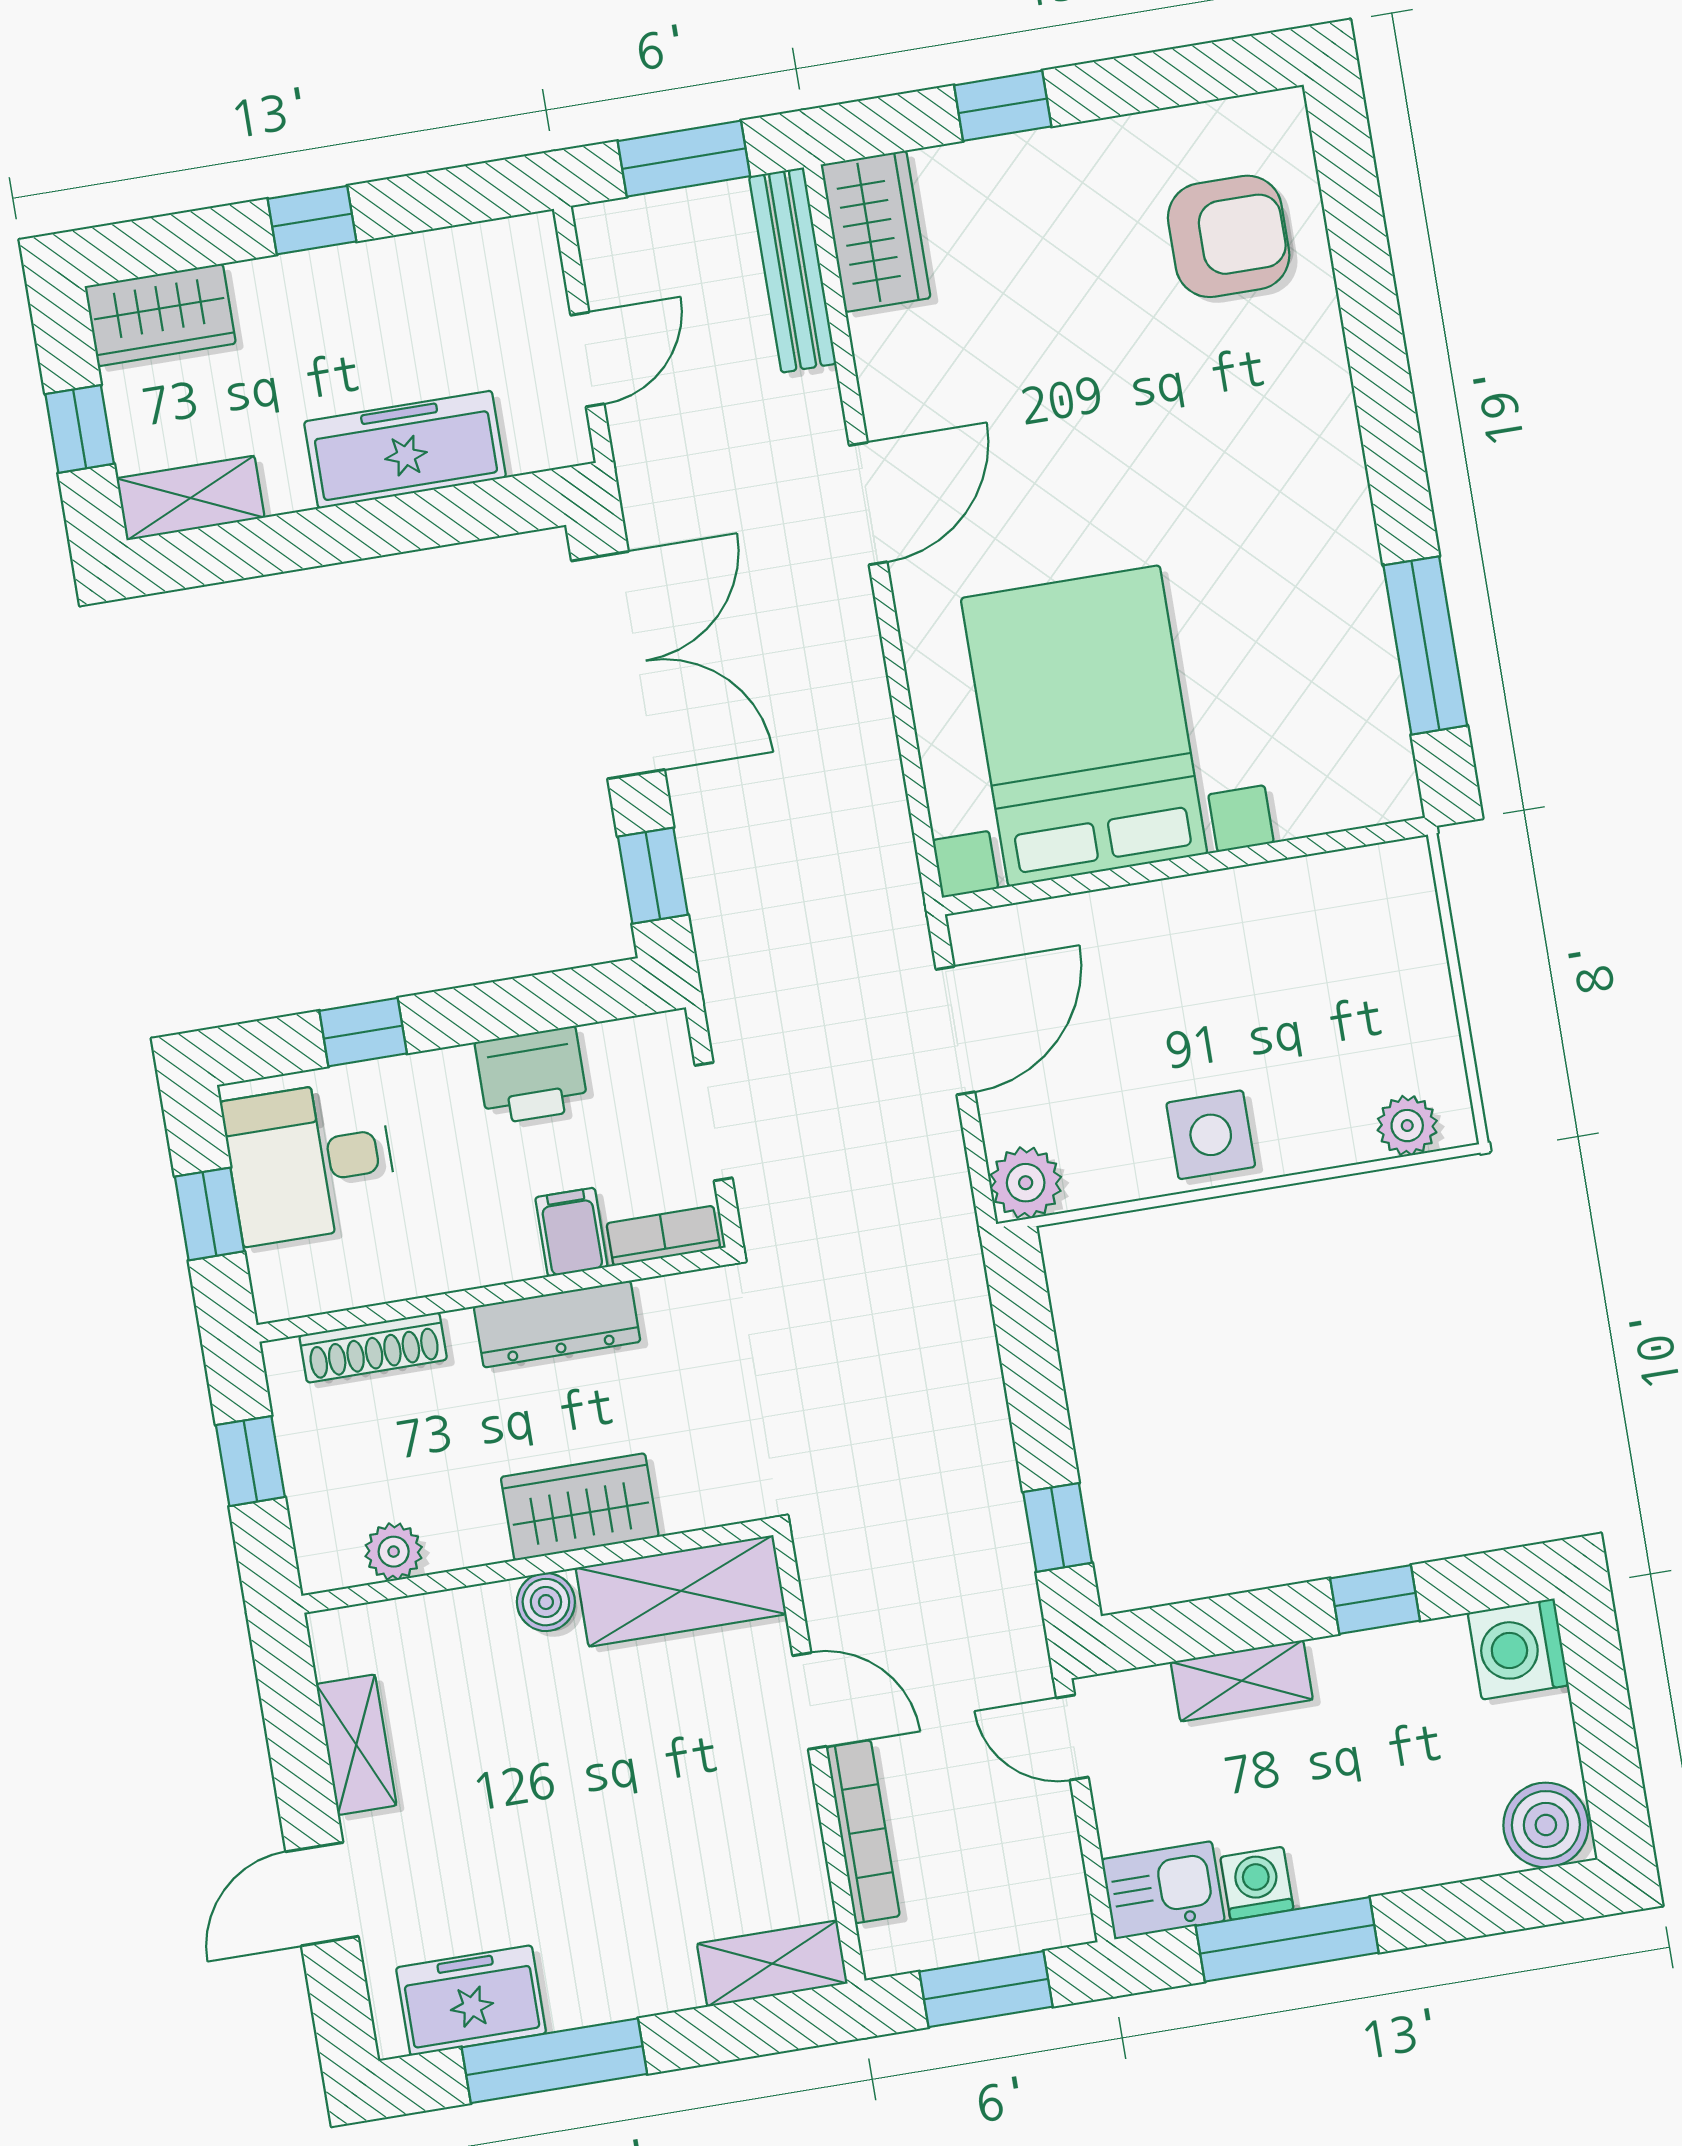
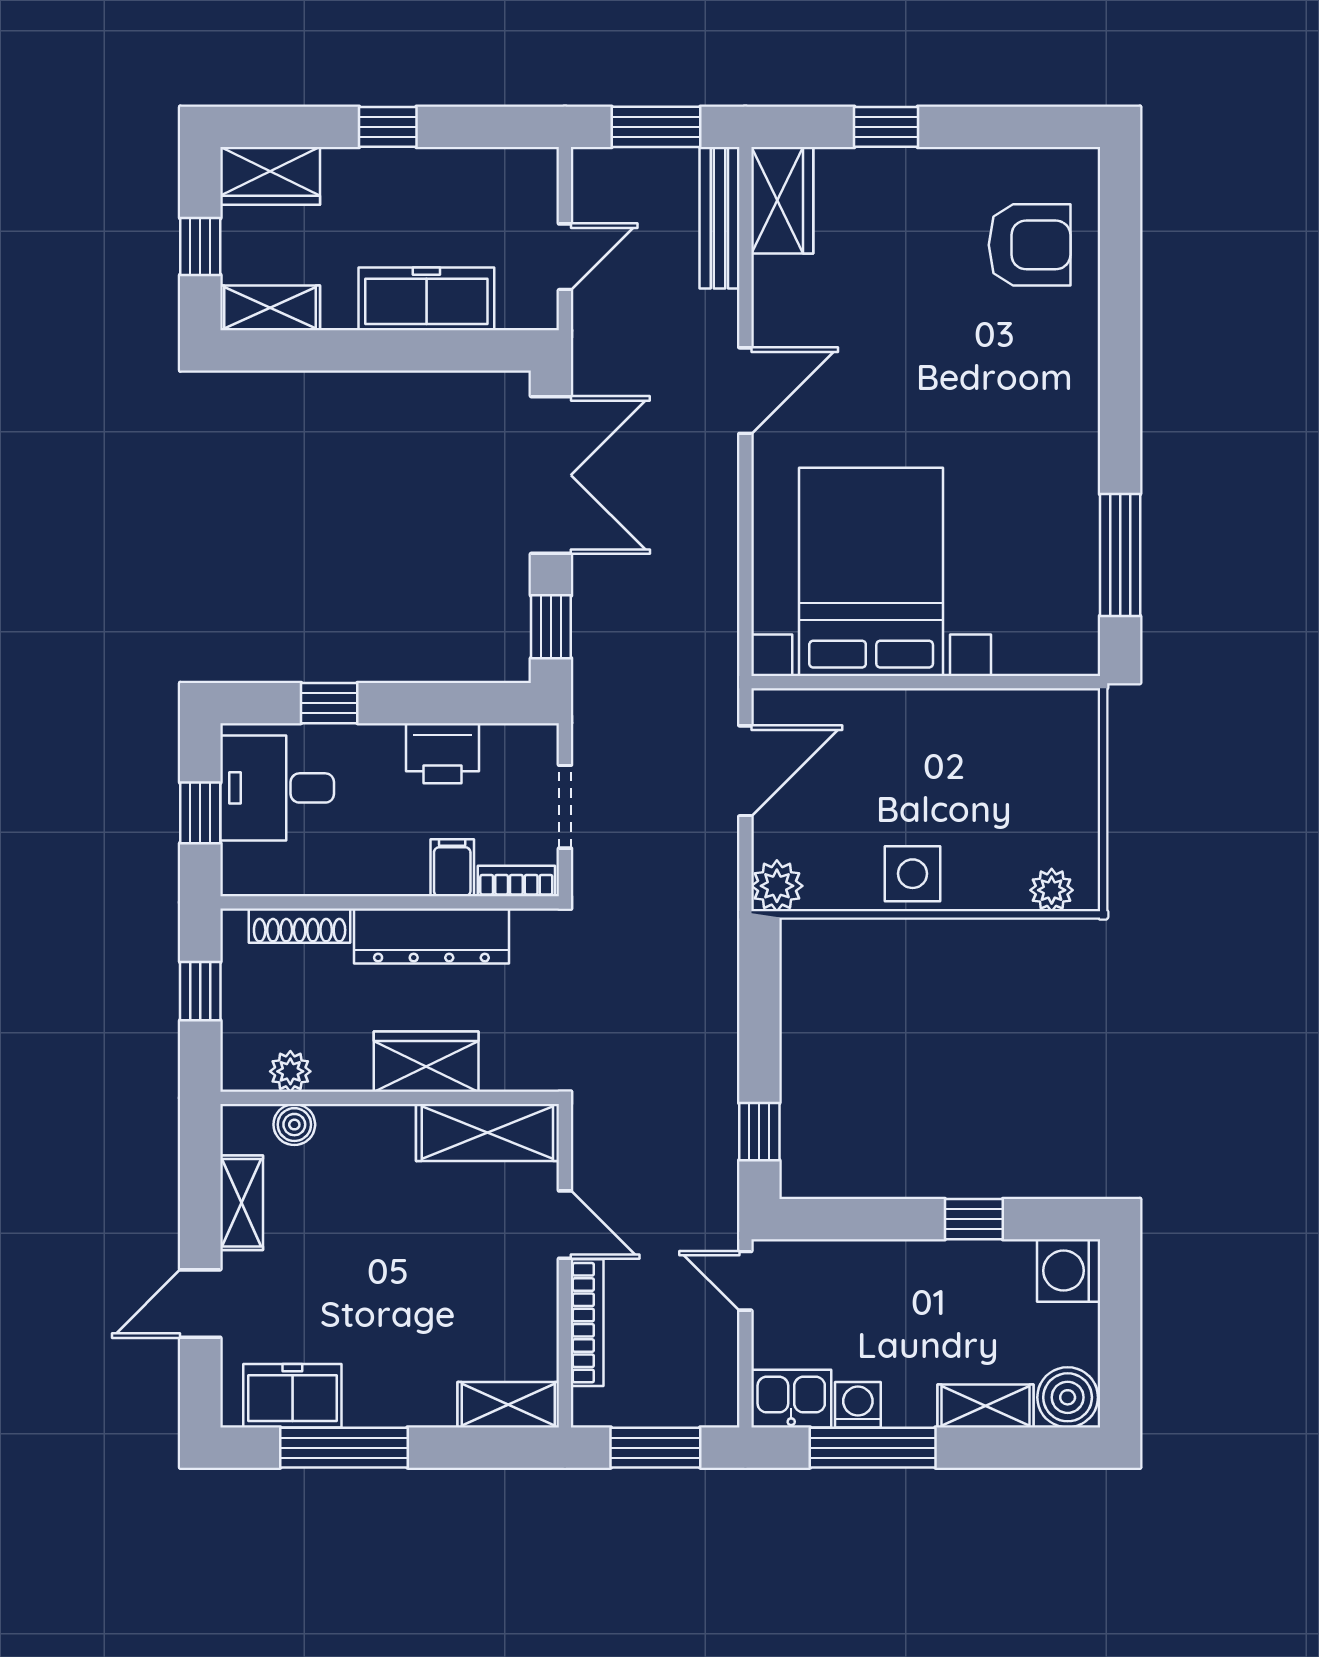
dresser: (557, 1324) -> (431, 936), width x1.37, depth x1.24
boiler: (546, 1602) -> (294, 1125), moved
shelving: (1242, 1681) -> (985, 1406), moved

